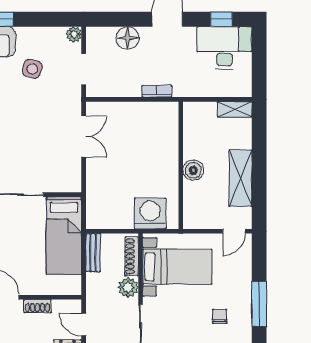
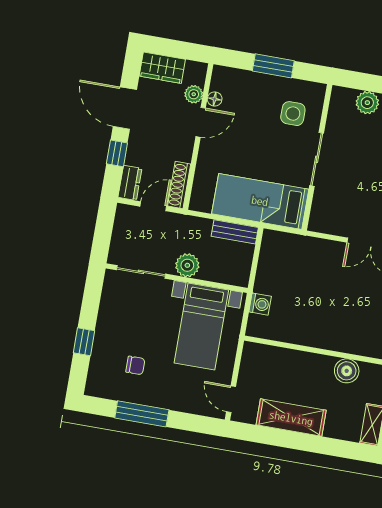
boiler: (193, 170) -> (347, 371), moved
washing machine: (150, 214) -> (260, 304), width x0.53, depth x0.53
shoe rack: (132, 256) -> (223, 276), removed
shoe rack: (37, 306) -> (179, 185), moved, width x1.43

